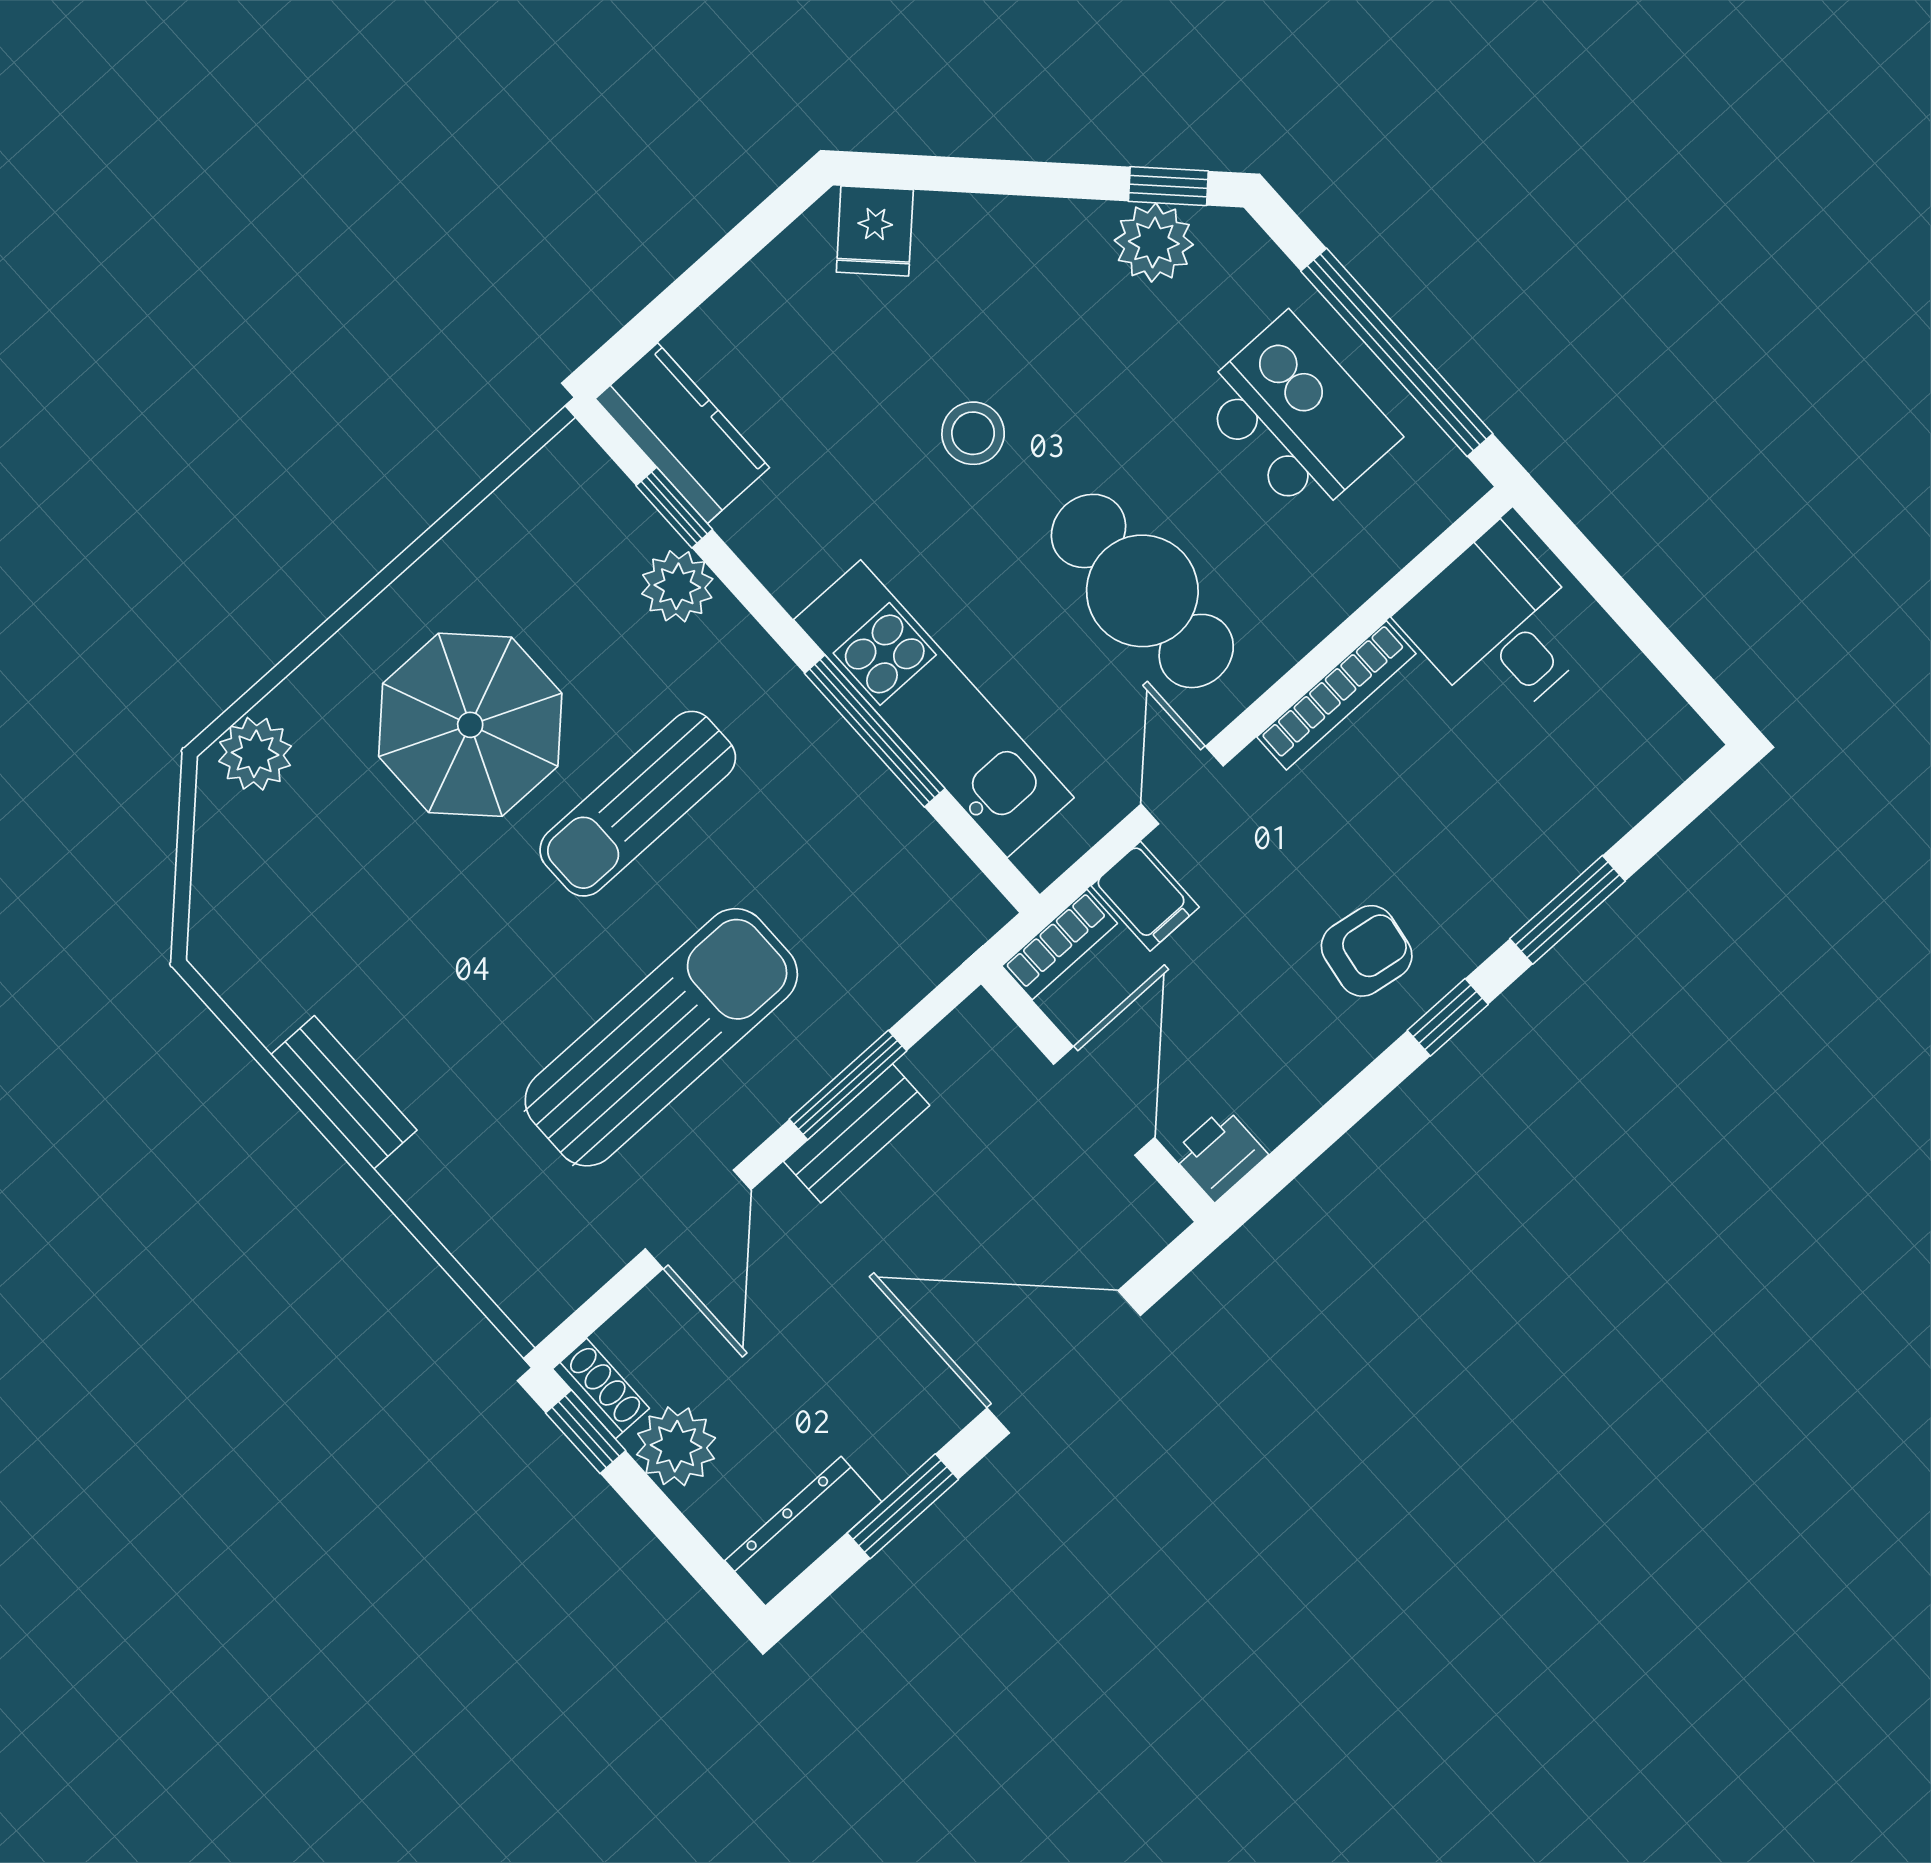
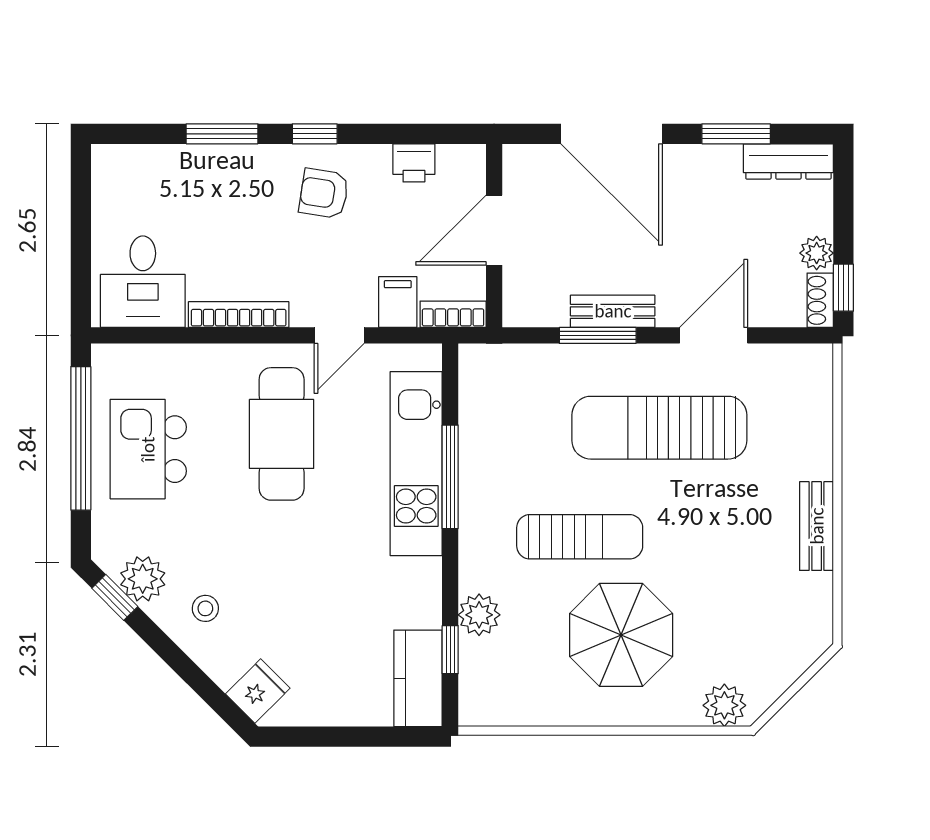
stool: (973, 433) -> (205, 608), moved, width x0.73, depth x0.73
printer: (1220, 1154) -> (414, 163), moved
plant: (676, 1446) -> (817, 253), width x0.73, depth x0.73

